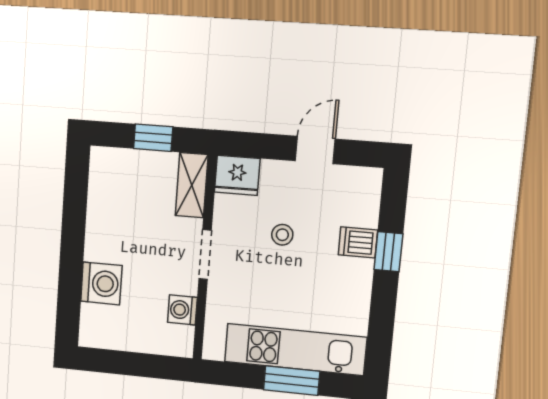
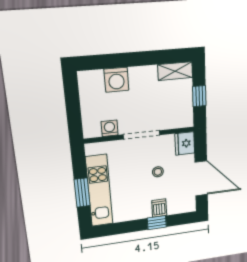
door: (315, 150) -> (201, 178), width x1.87
shelving: (192, 185) -> (175, 71), moved
doorway: (205, 255) -> (142, 135), width x1.38

